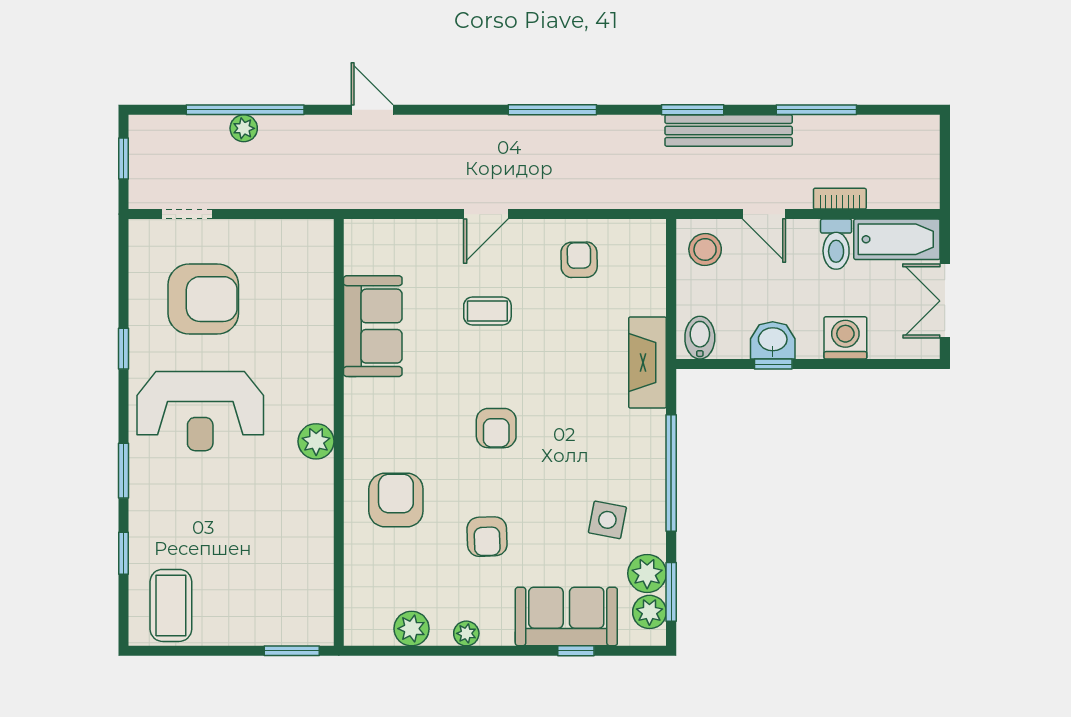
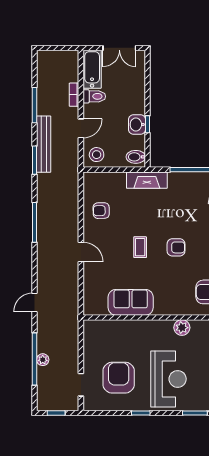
coffee table: (487, 311) -> (140, 247), moved
washing machine: (845, 338) -> (136, 92), removed

